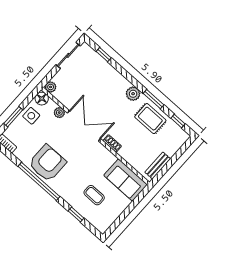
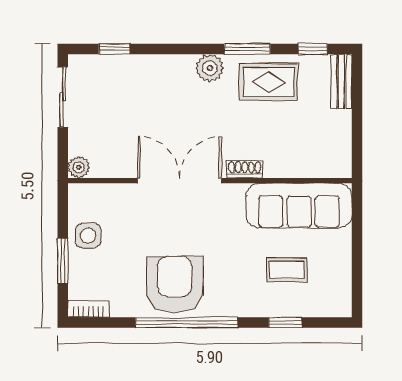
floor lamp: (42, 99) -> (81, 196), removed
plant: (59, 113) -> (125, 194), removed
bench: (158, 165) -> (341, 81), moved
sofa: (126, 180) -> (299, 206), width x1.36

